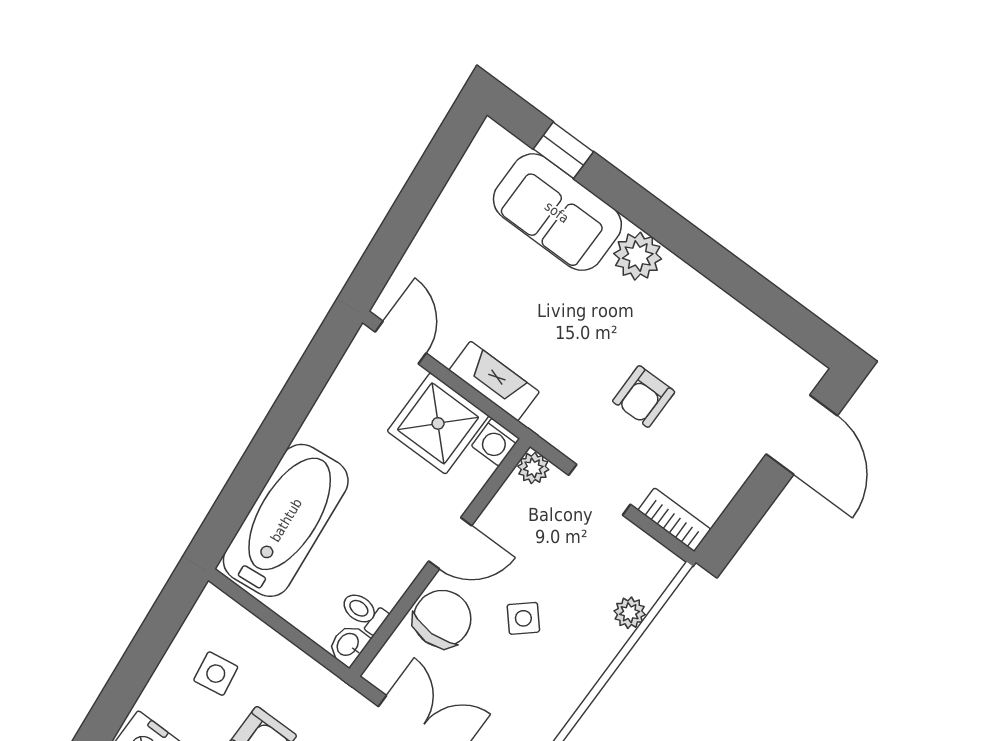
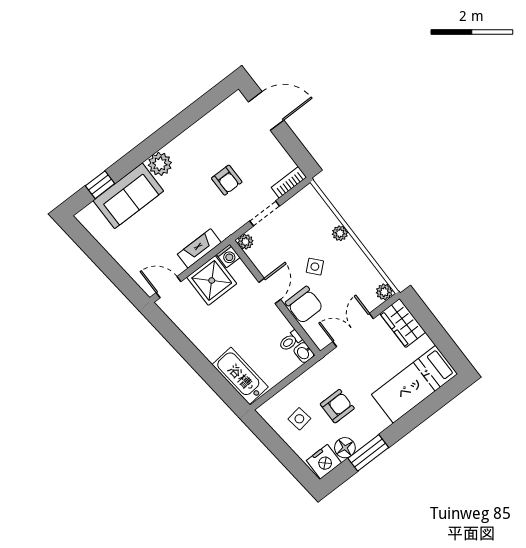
bathtub: (286, 520) -> (240, 376), width x0.73, depth x0.73
plant: (630, 613) -> (340, 233), moved
chair: (442, 619) -> (304, 305), turned 180

